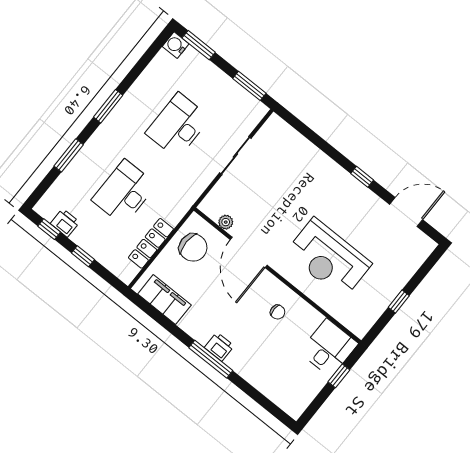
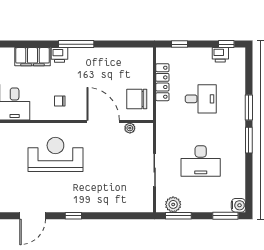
plant: (245, 103) -> (173, 204), added
desk: (178, 126) -> (201, 161), turned 90
window: (69, 155) -> (249, 107), moved
desk: (124, 192) -> (201, 99), width x0.73
window: (83, 256) -> (180, 44), moved
filing cabinet: (164, 299) -> (33, 57), moved
printer: (219, 347) -> (59, 55), moved

